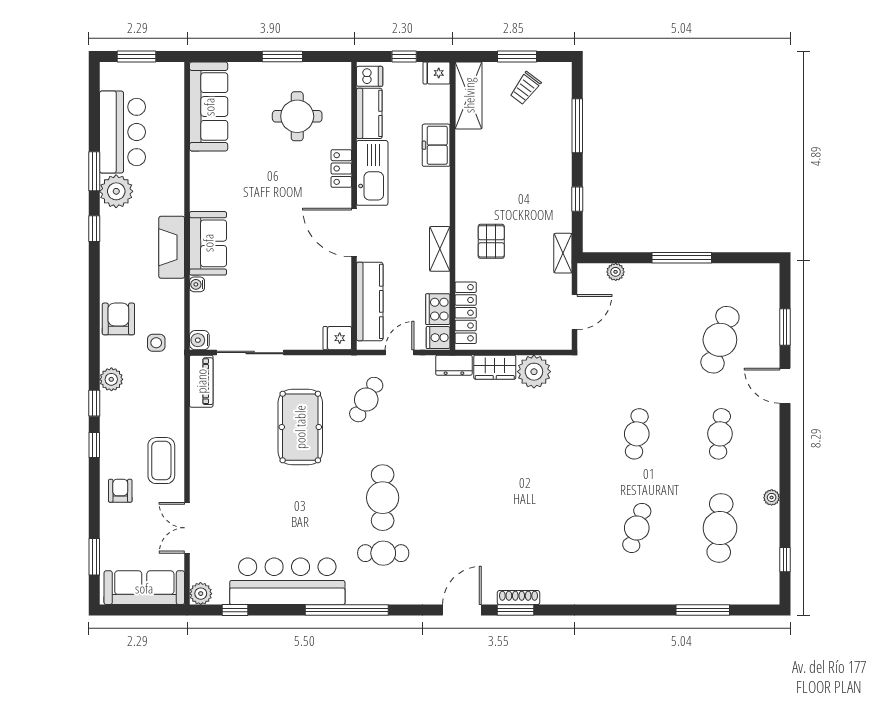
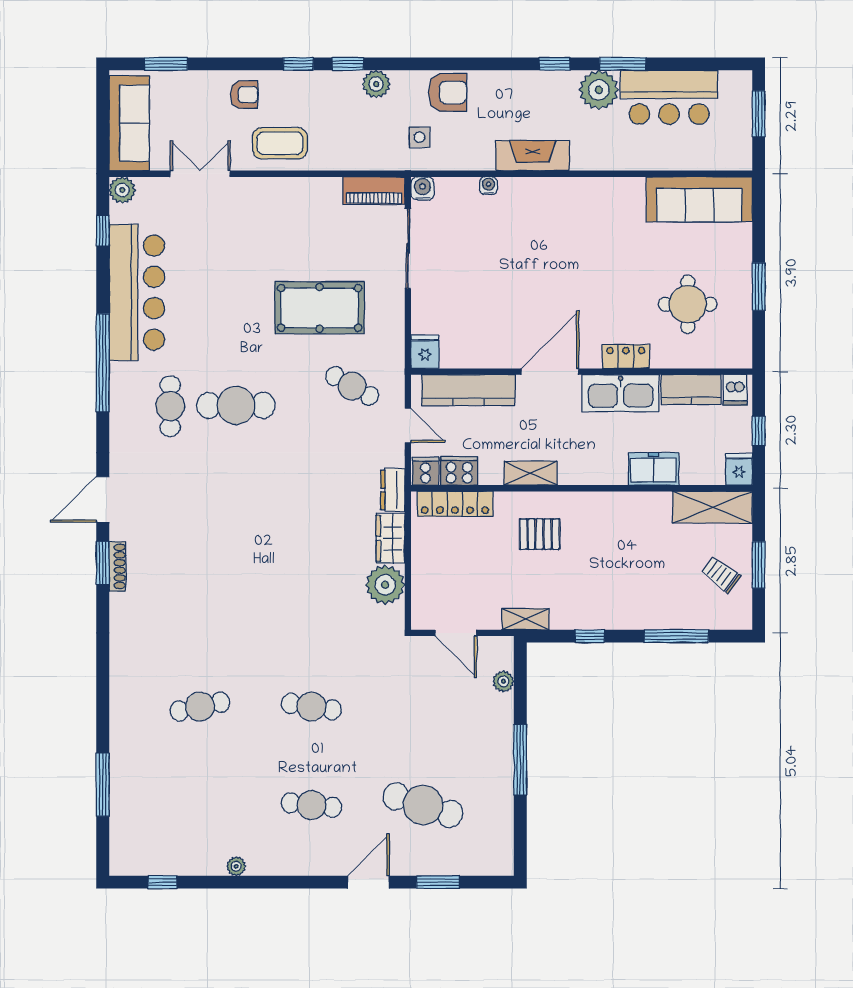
sofa: (208, 243) -> (537, 199), removed
cafe table: (637, 528) -> (200, 707), turned -30
cafe table: (720, 528) -> (200, 805), removed
door: (462, 610) -> (103, 499), swing flipped

